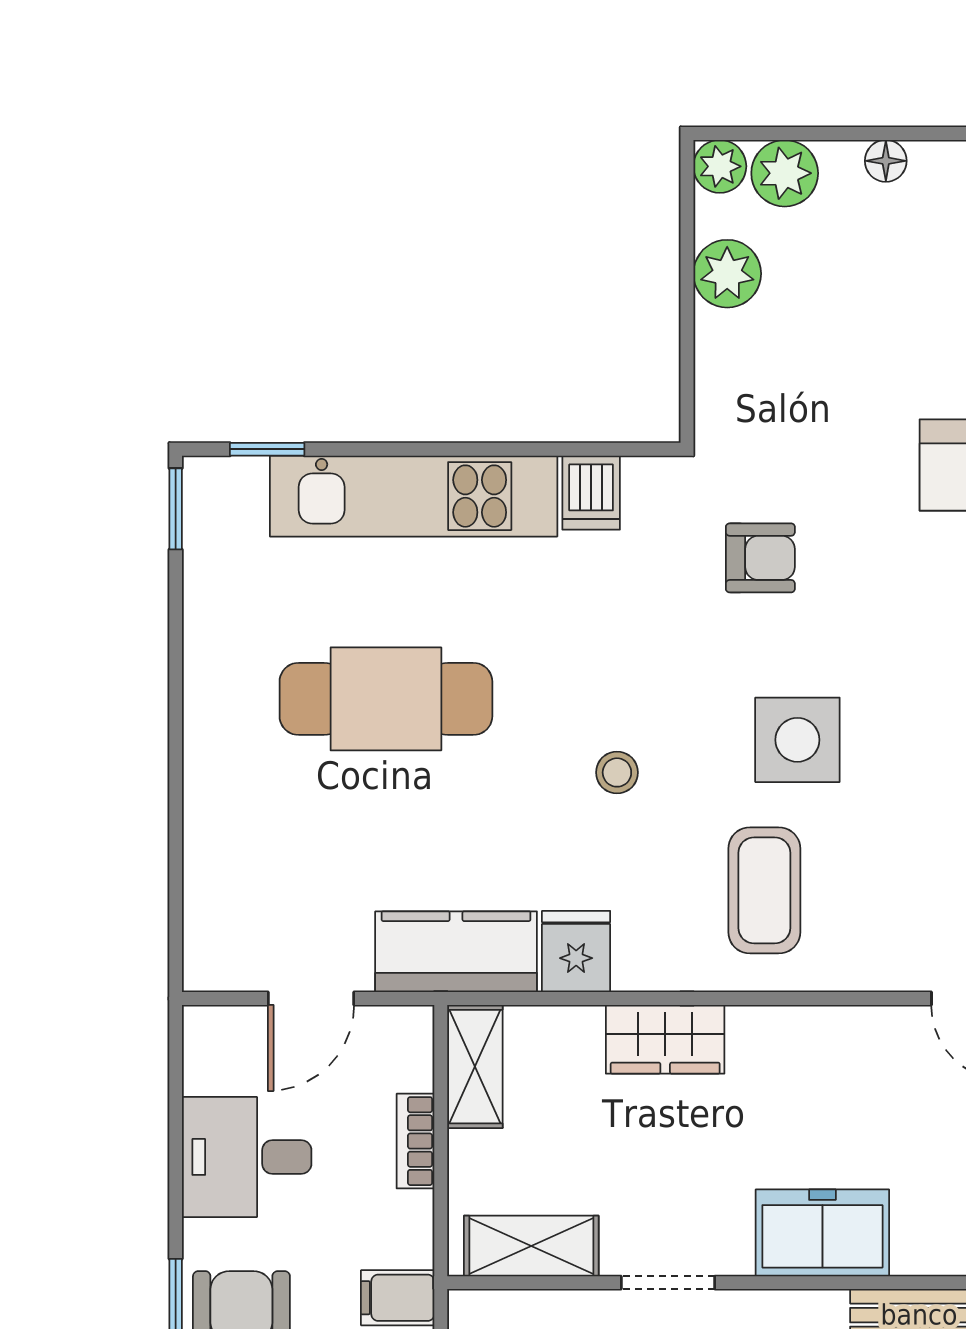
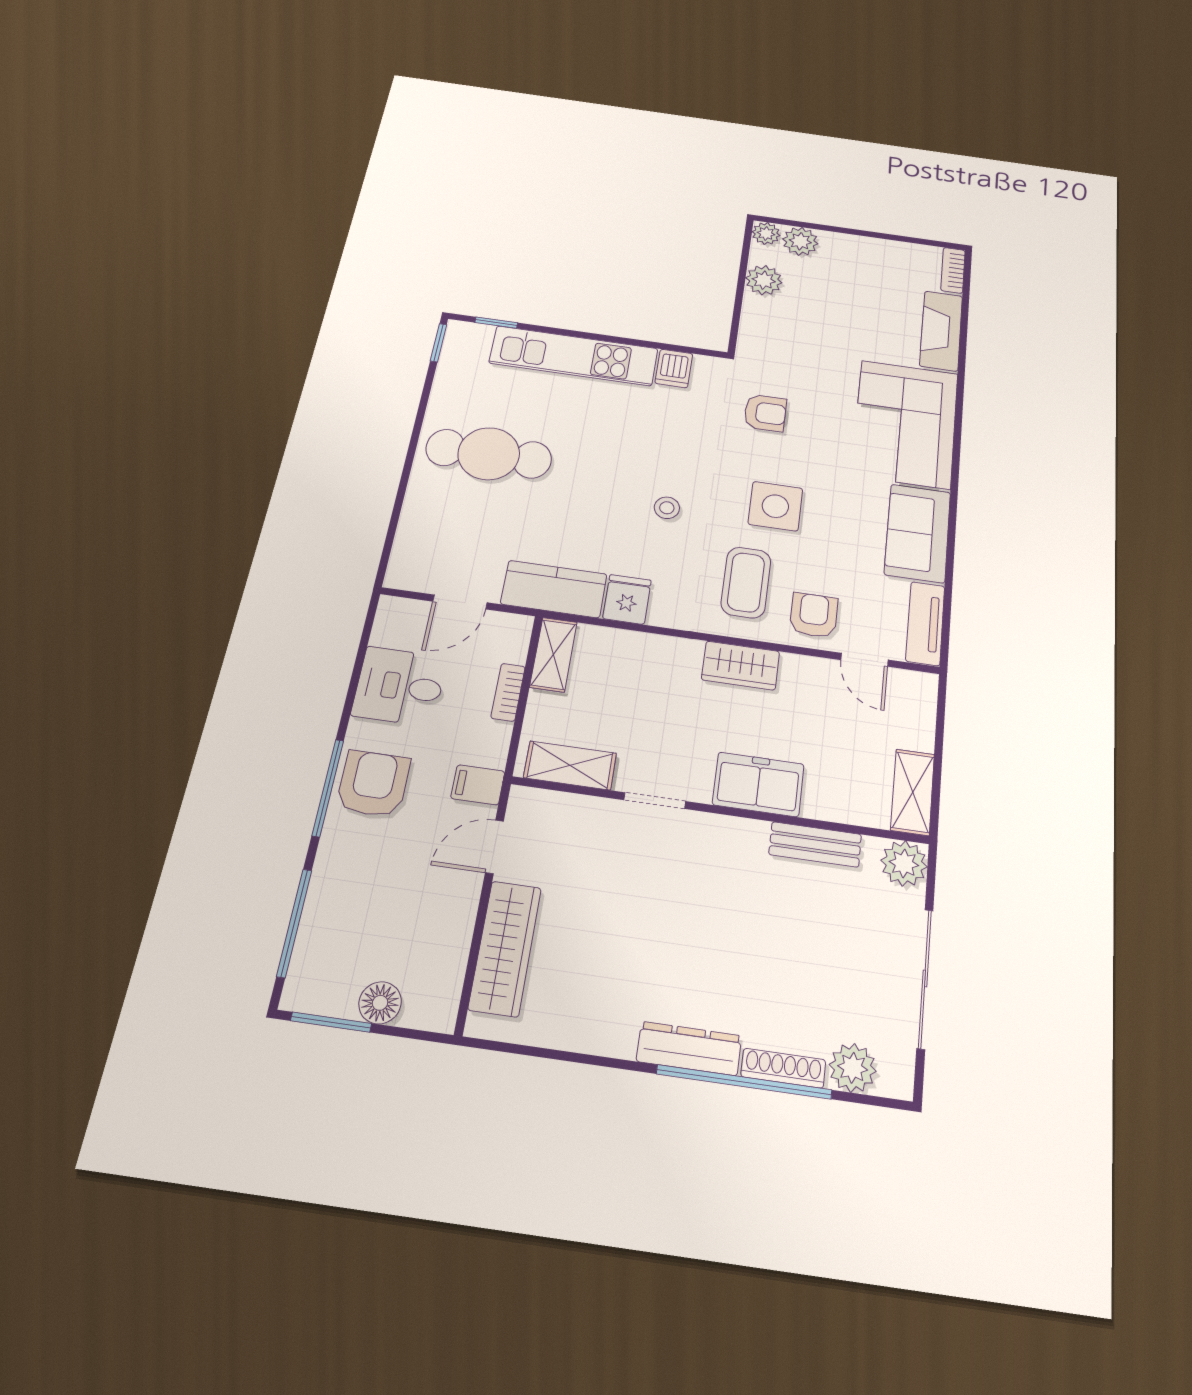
floor lamp: (886, 161) -> (855, 244), removed
cafe table: (386, 699) -> (489, 454), moved
armchair: (881, 932) -> (814, 615), added
wardrobe: (665, 1039) -> (741, 665), moved

